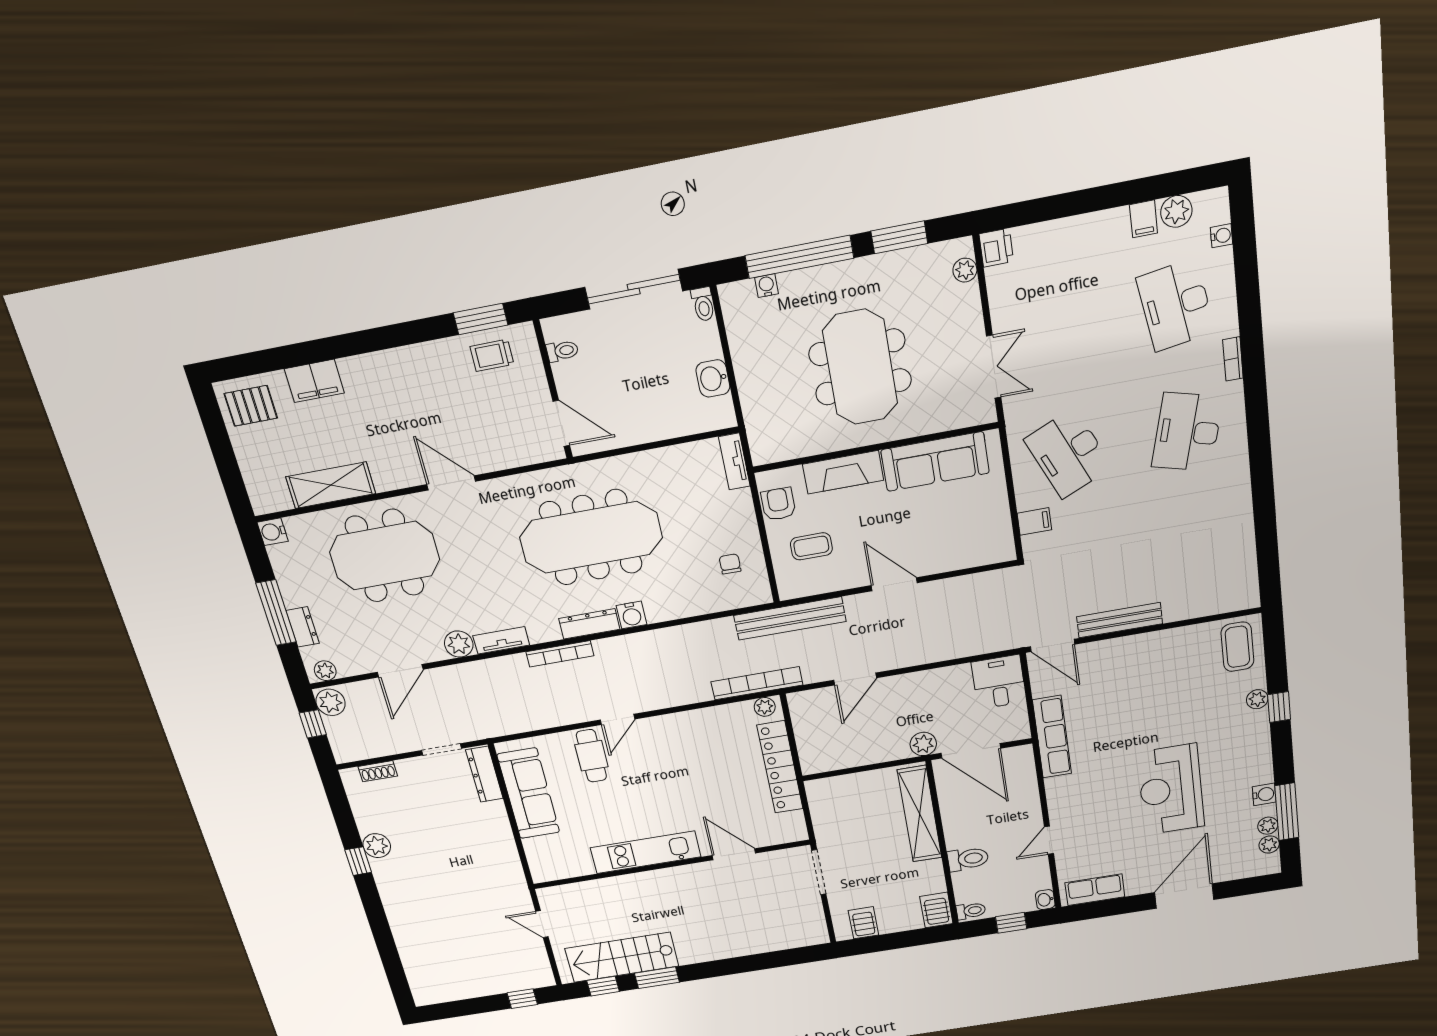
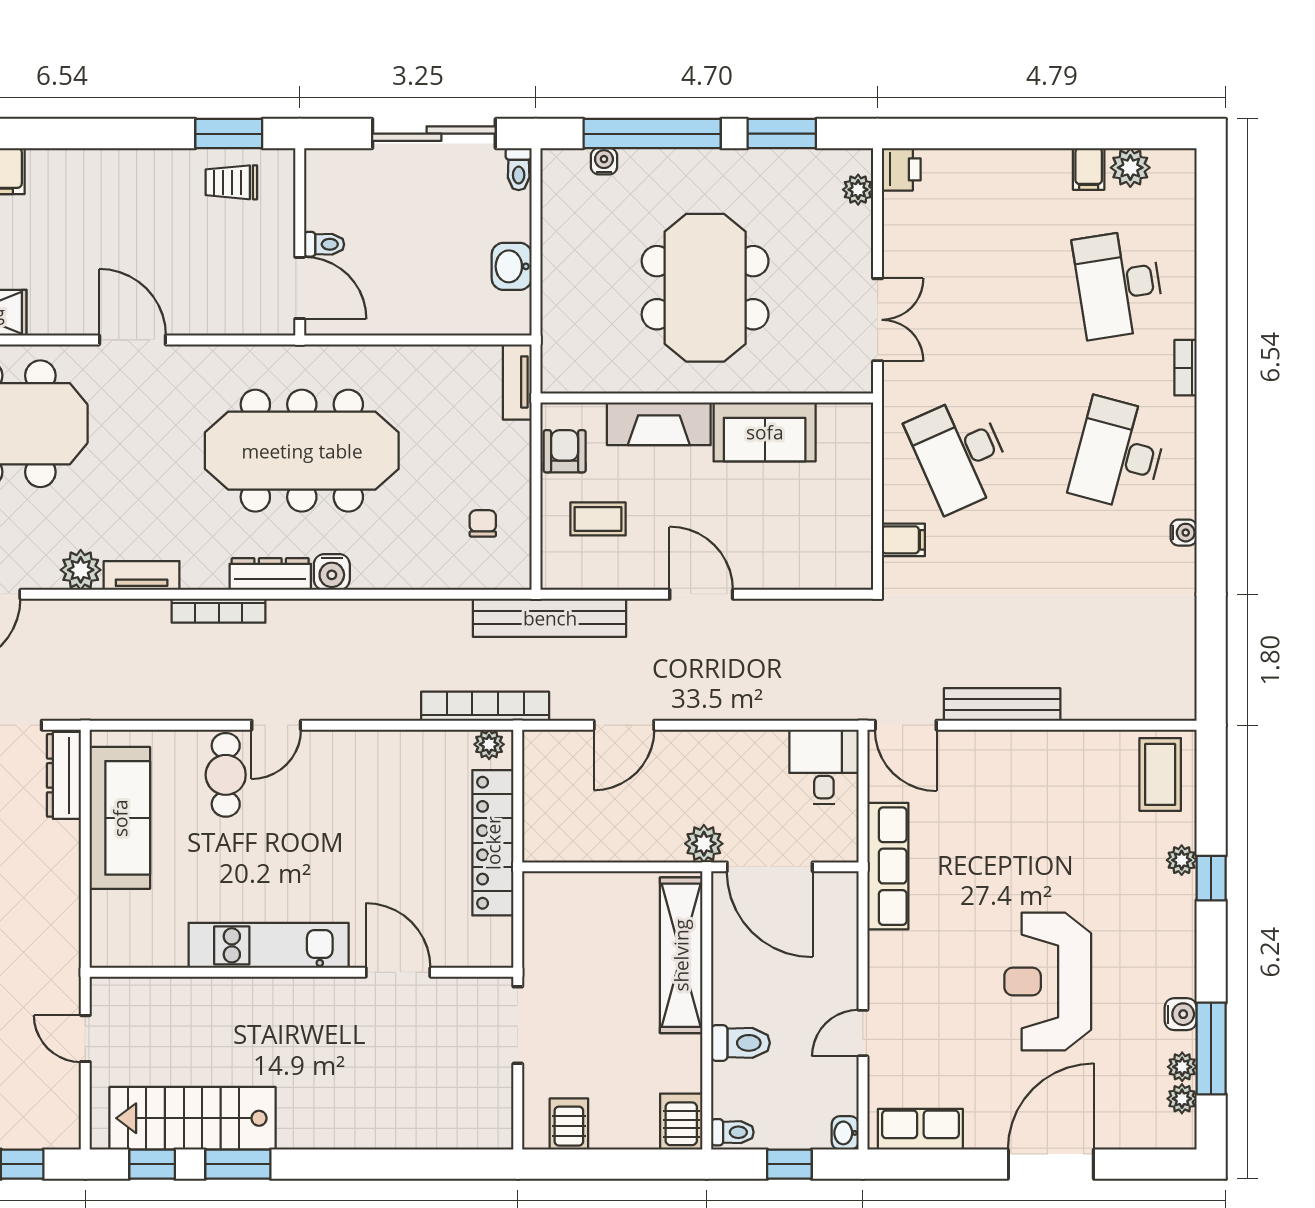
water cooler: (1222, 236) -> (1184, 533), moved
toilet: (562, 351) -> (324, 244), moved
sofa: (935, 462) -> (765, 432), width x0.73

